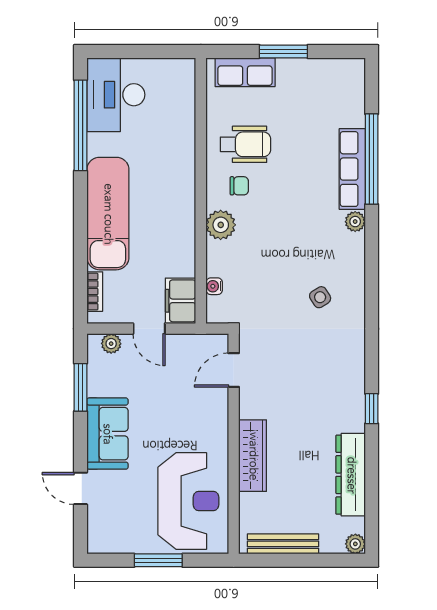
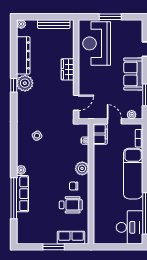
wheelchair: (246, 144) -> (71, 205), turned 180
plant: (347, 413) -> (25, 83), added
wardrobe: (253, 456) -> (68, 69), width x0.67

